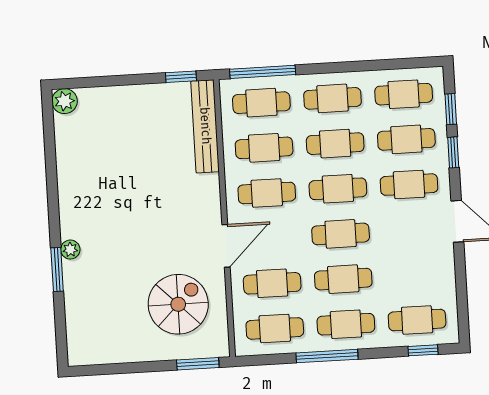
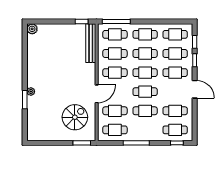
cafe table: (346, 324) -> (175, 111), moved

